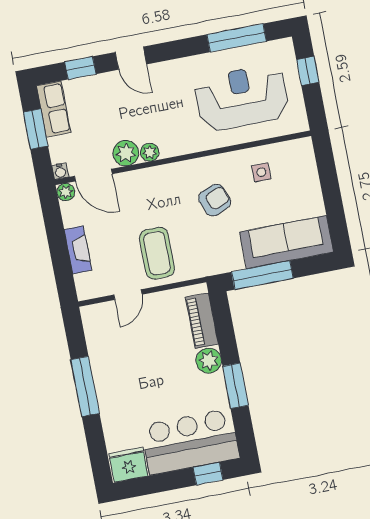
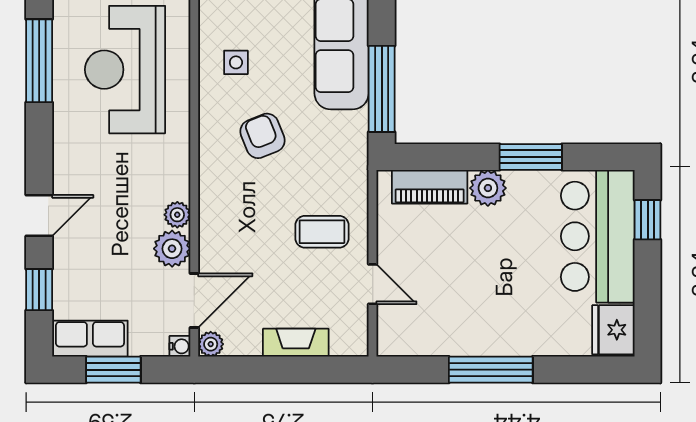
coffee table: (157, 253) -> (322, 232), width x0.73, depth x0.77

